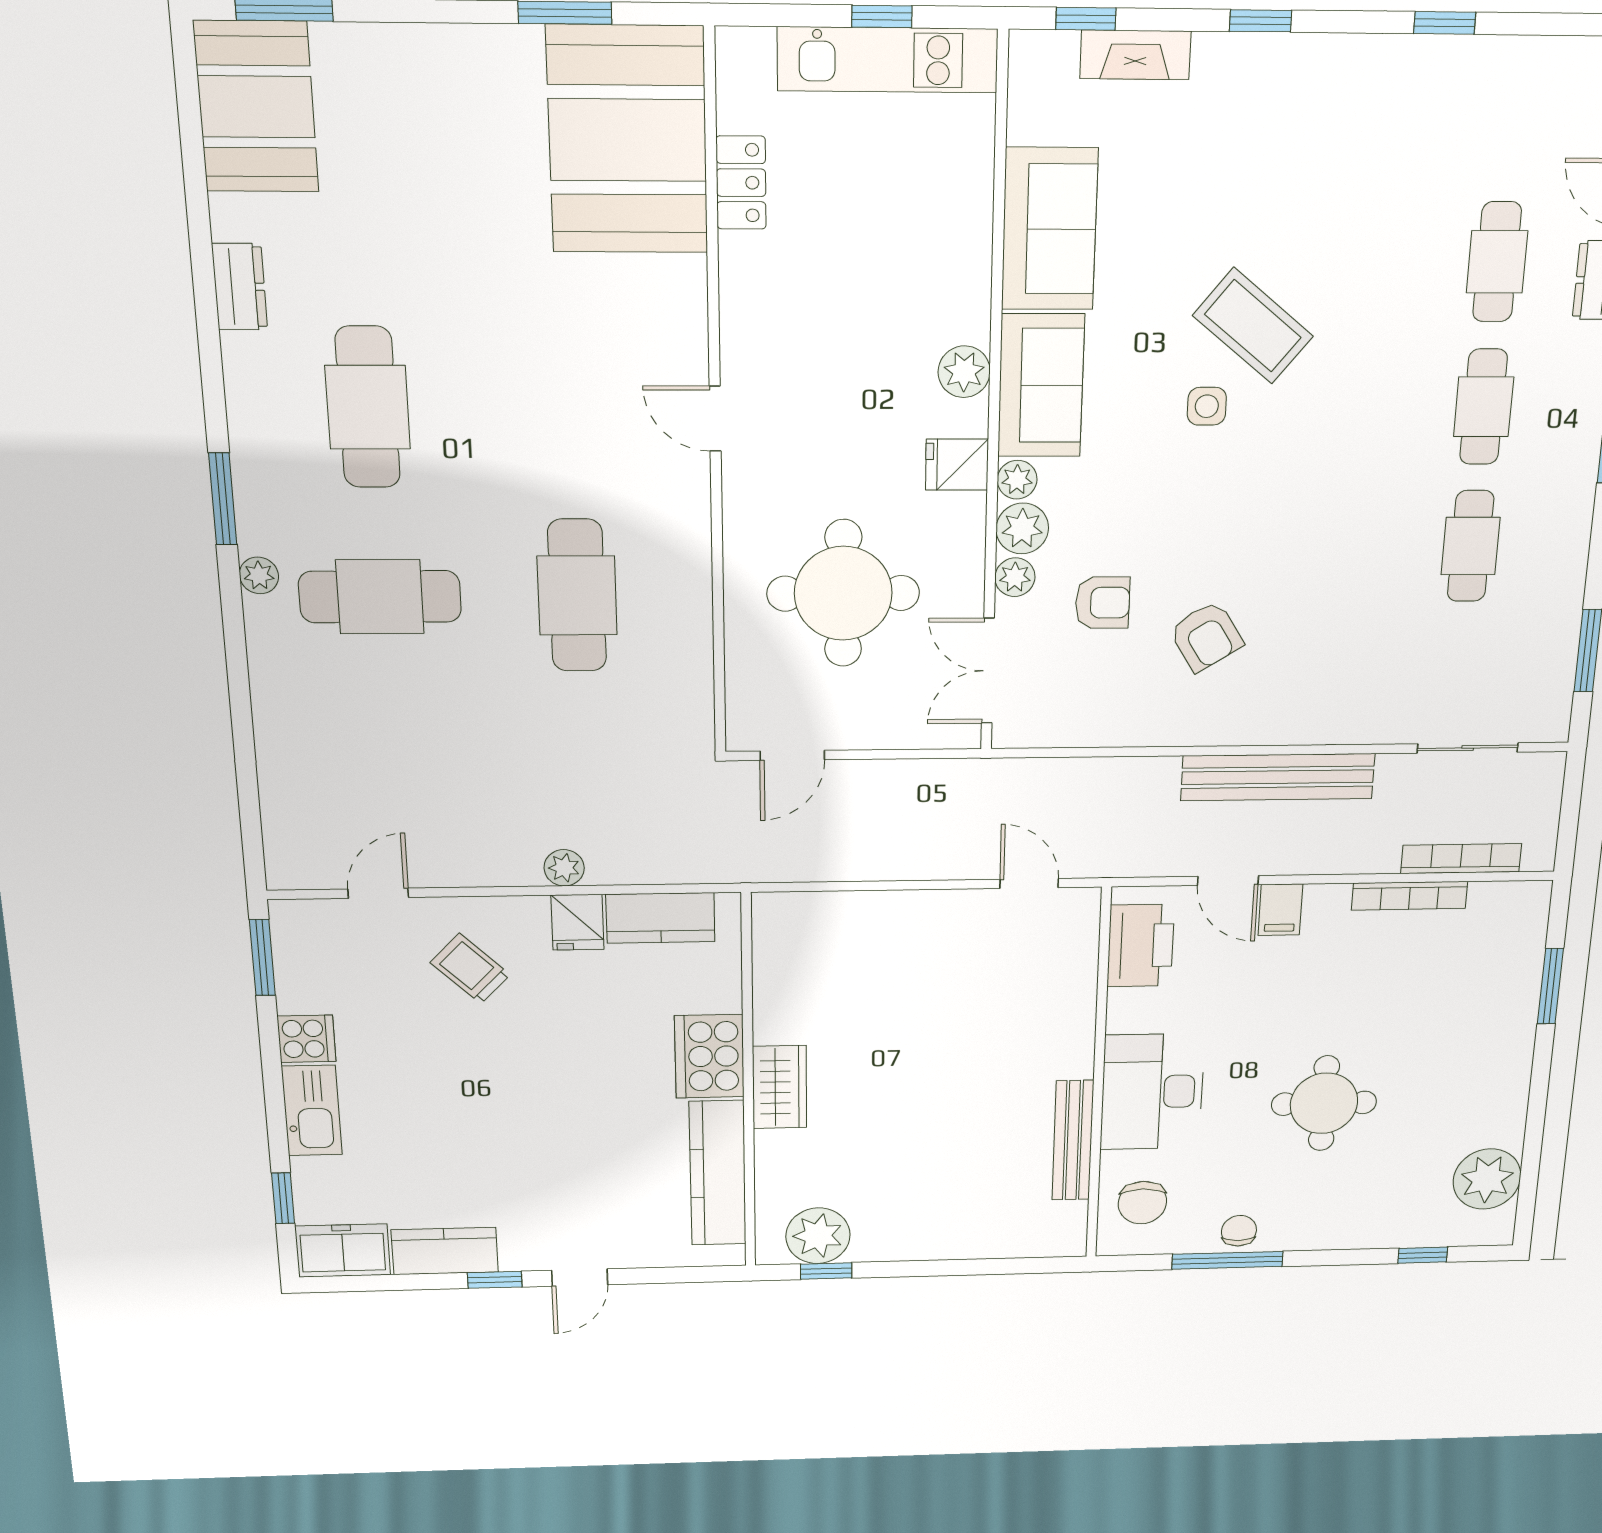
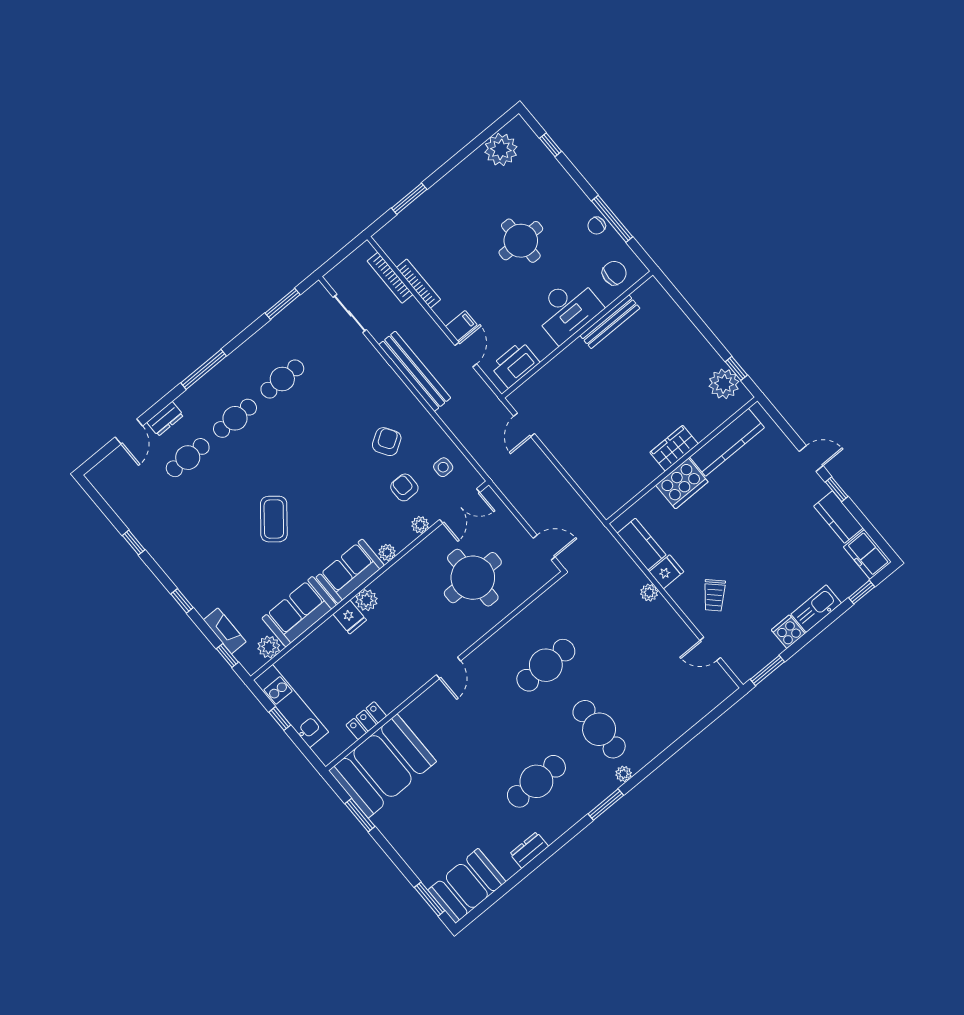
side table: (1207, 406) -> (443, 467), moved
fridge: (957, 465) -> (350, 617), moved
plant: (1022, 528) -> (269, 647), moved

